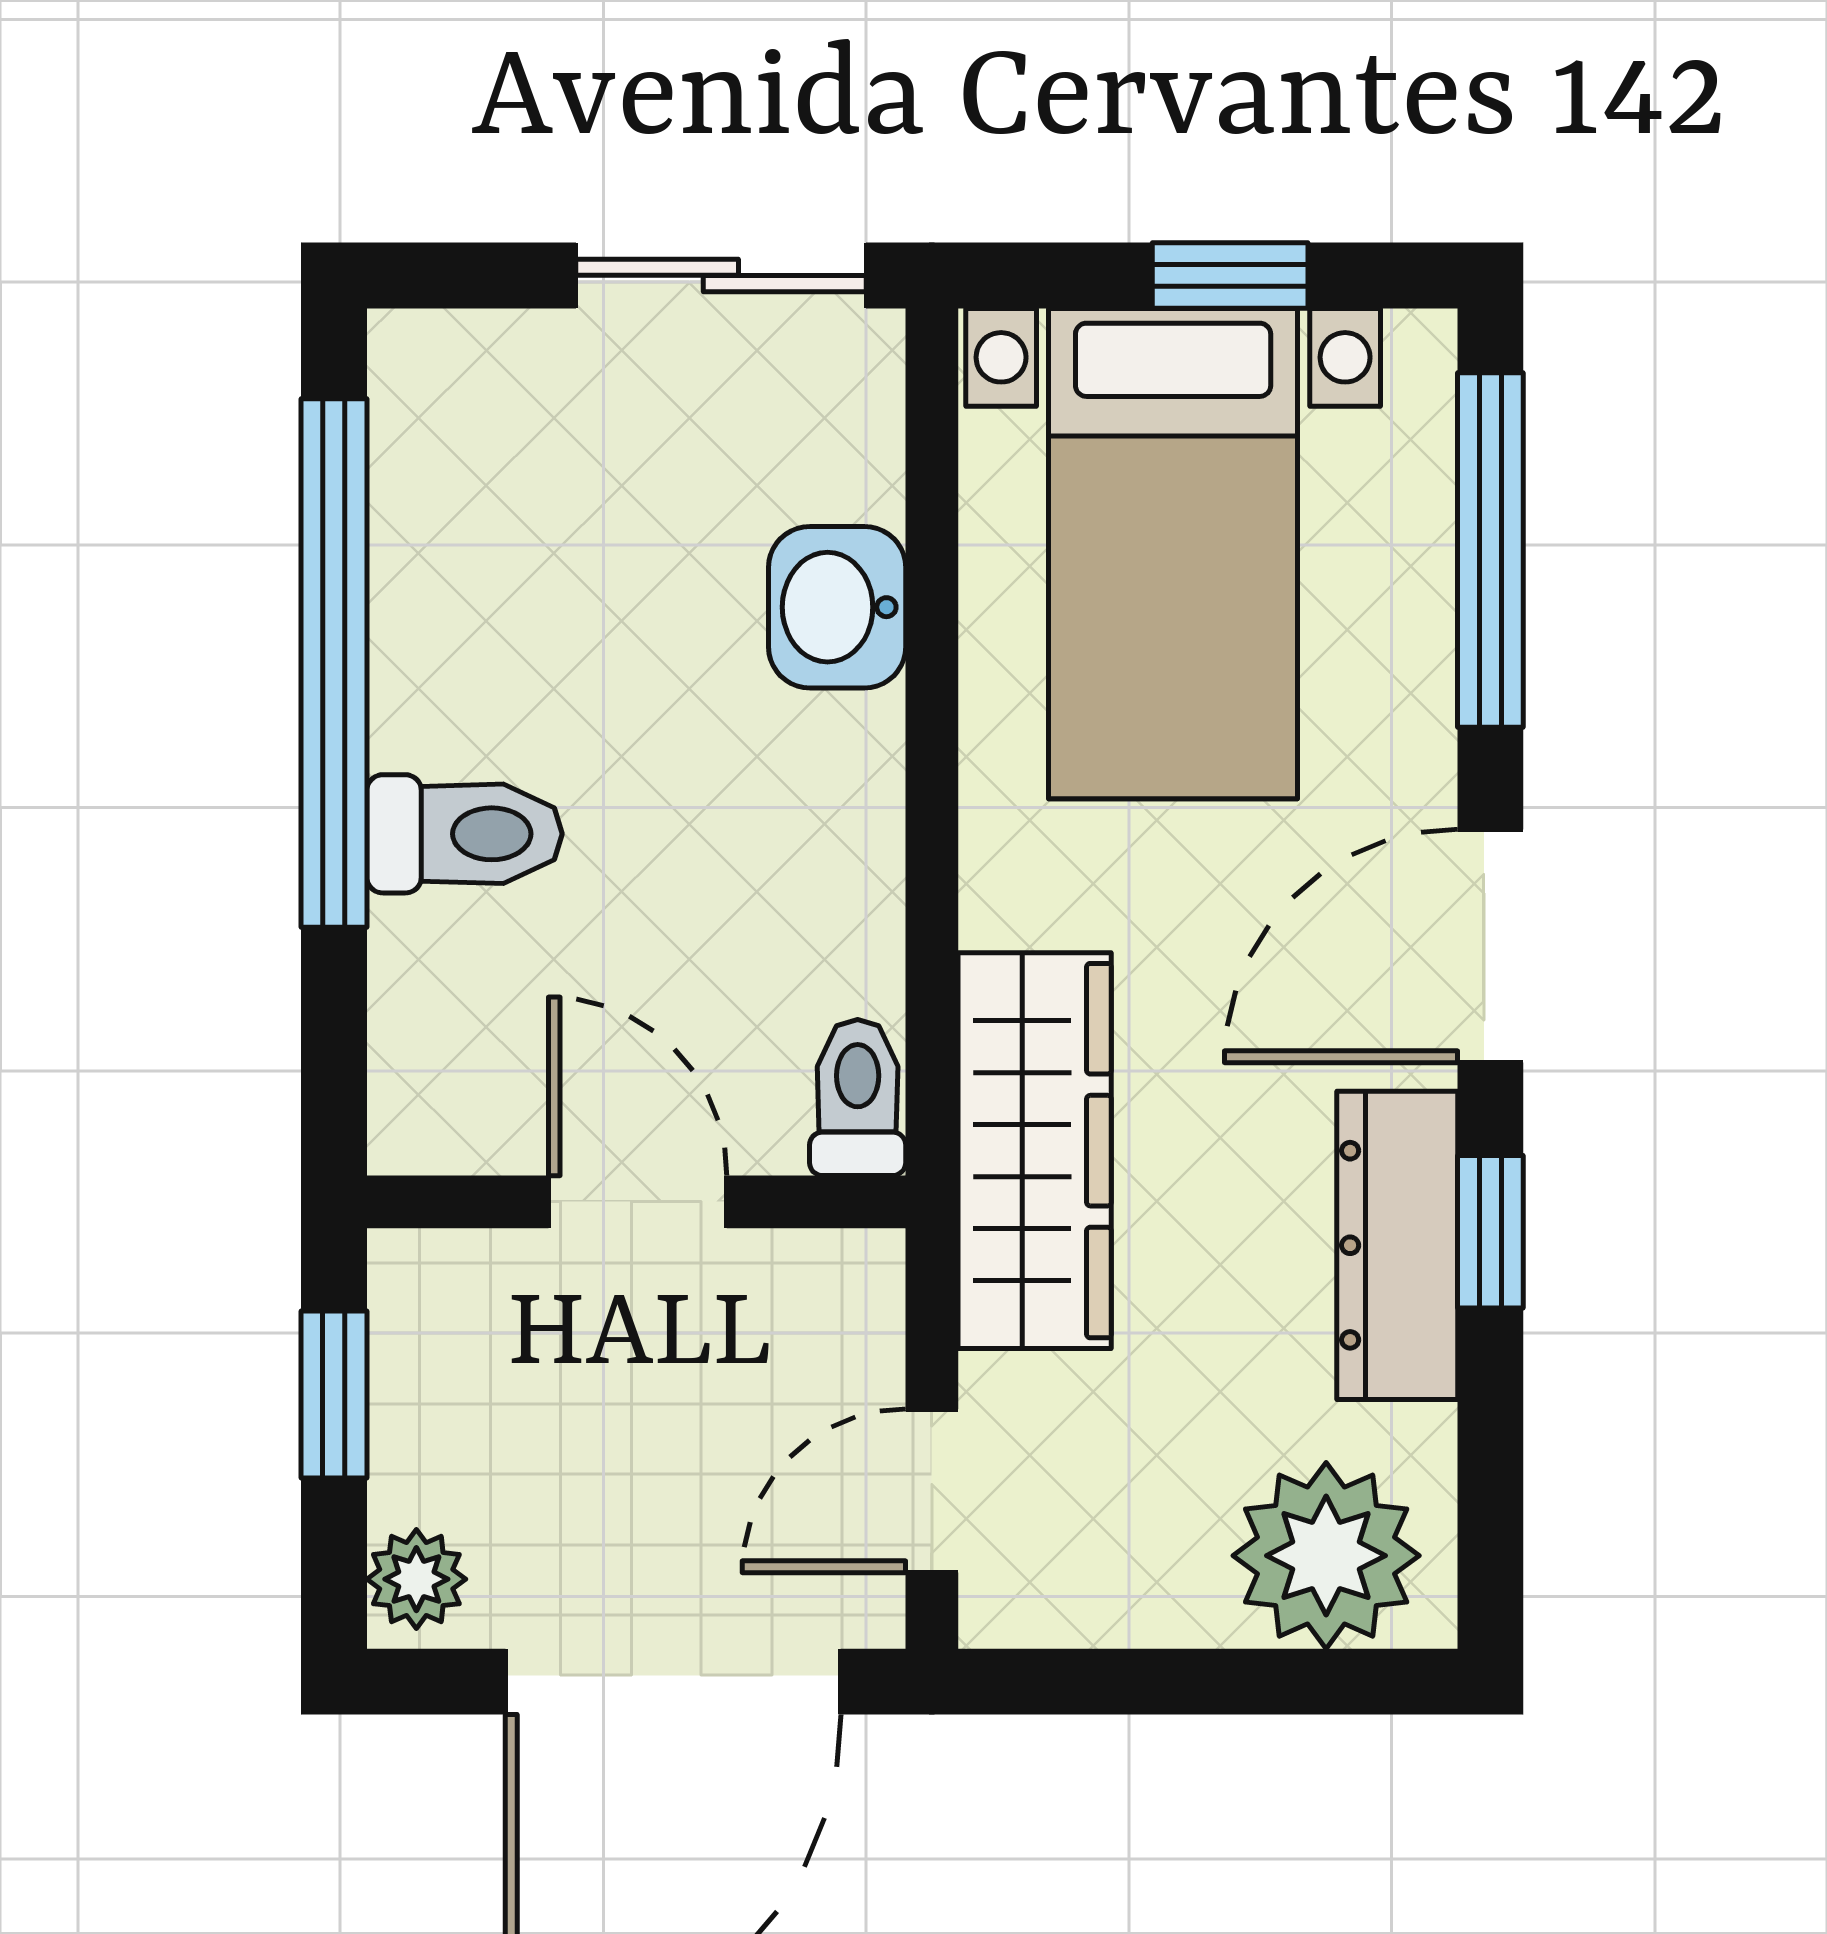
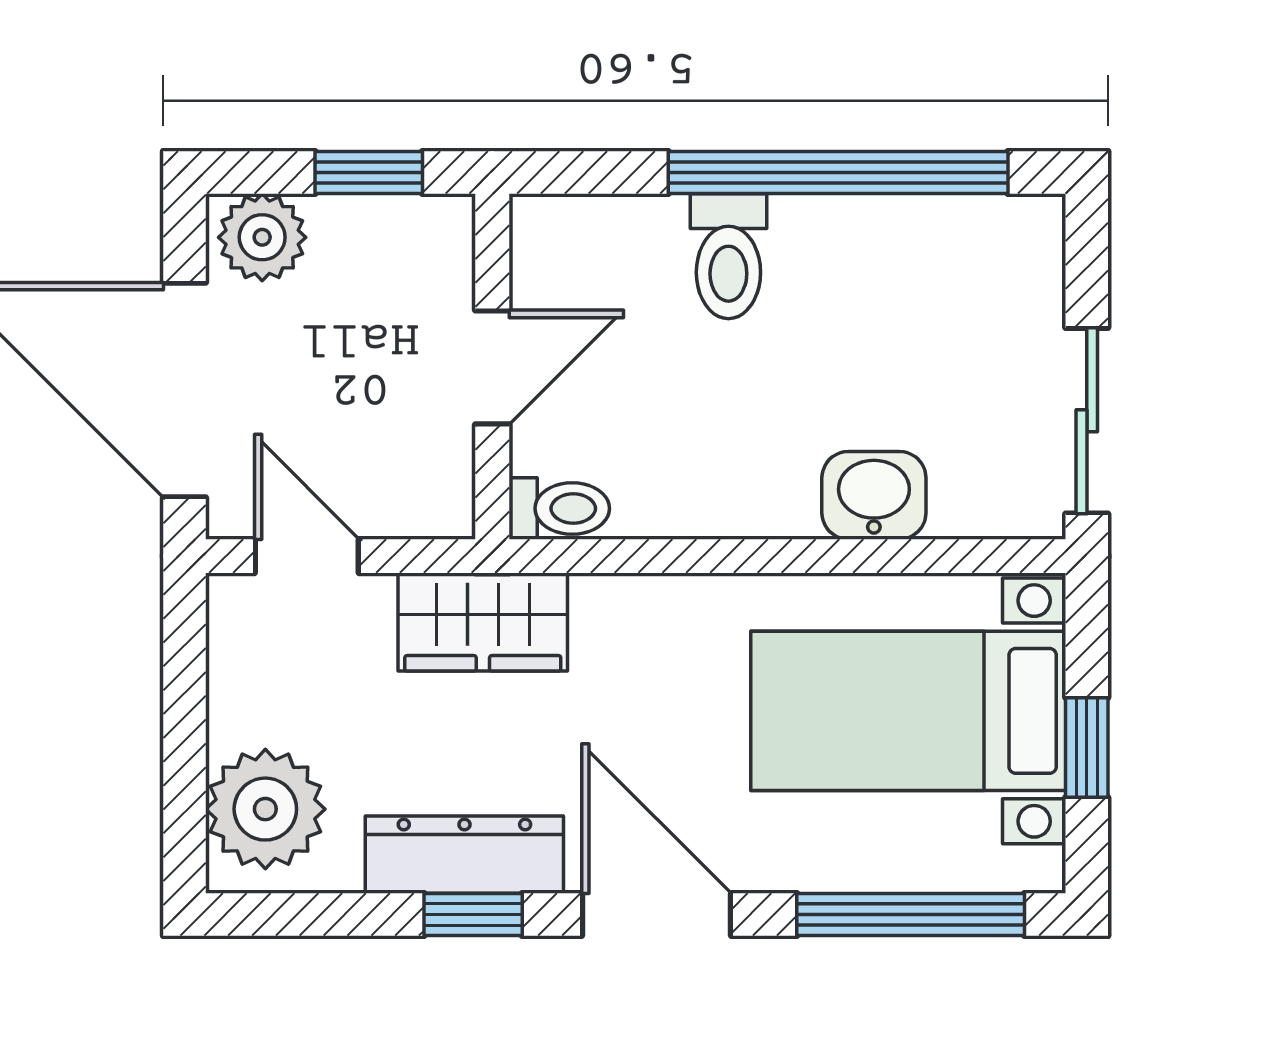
wardrobe: (1035, 1151) -> (483, 622), width x0.67
plant: (416, 1579) -> (262, 237), width x1.38, depth x1.38

